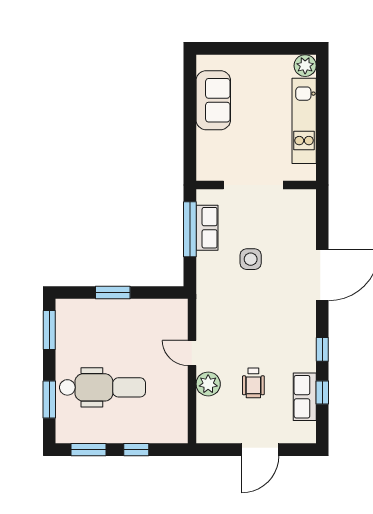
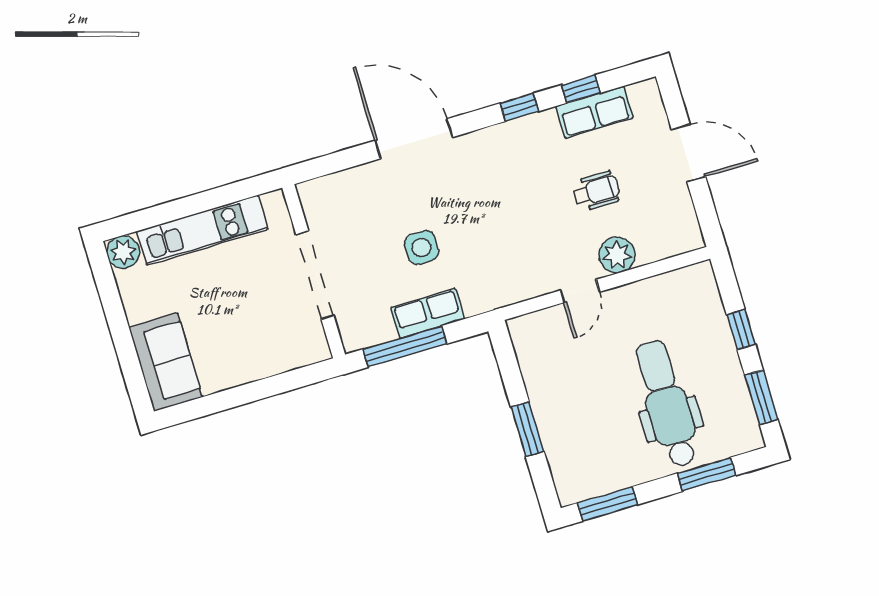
sofa: (213, 100) -> (166, 362), moved, turned 90
row of seats: (207, 228) -> (428, 313), moved

